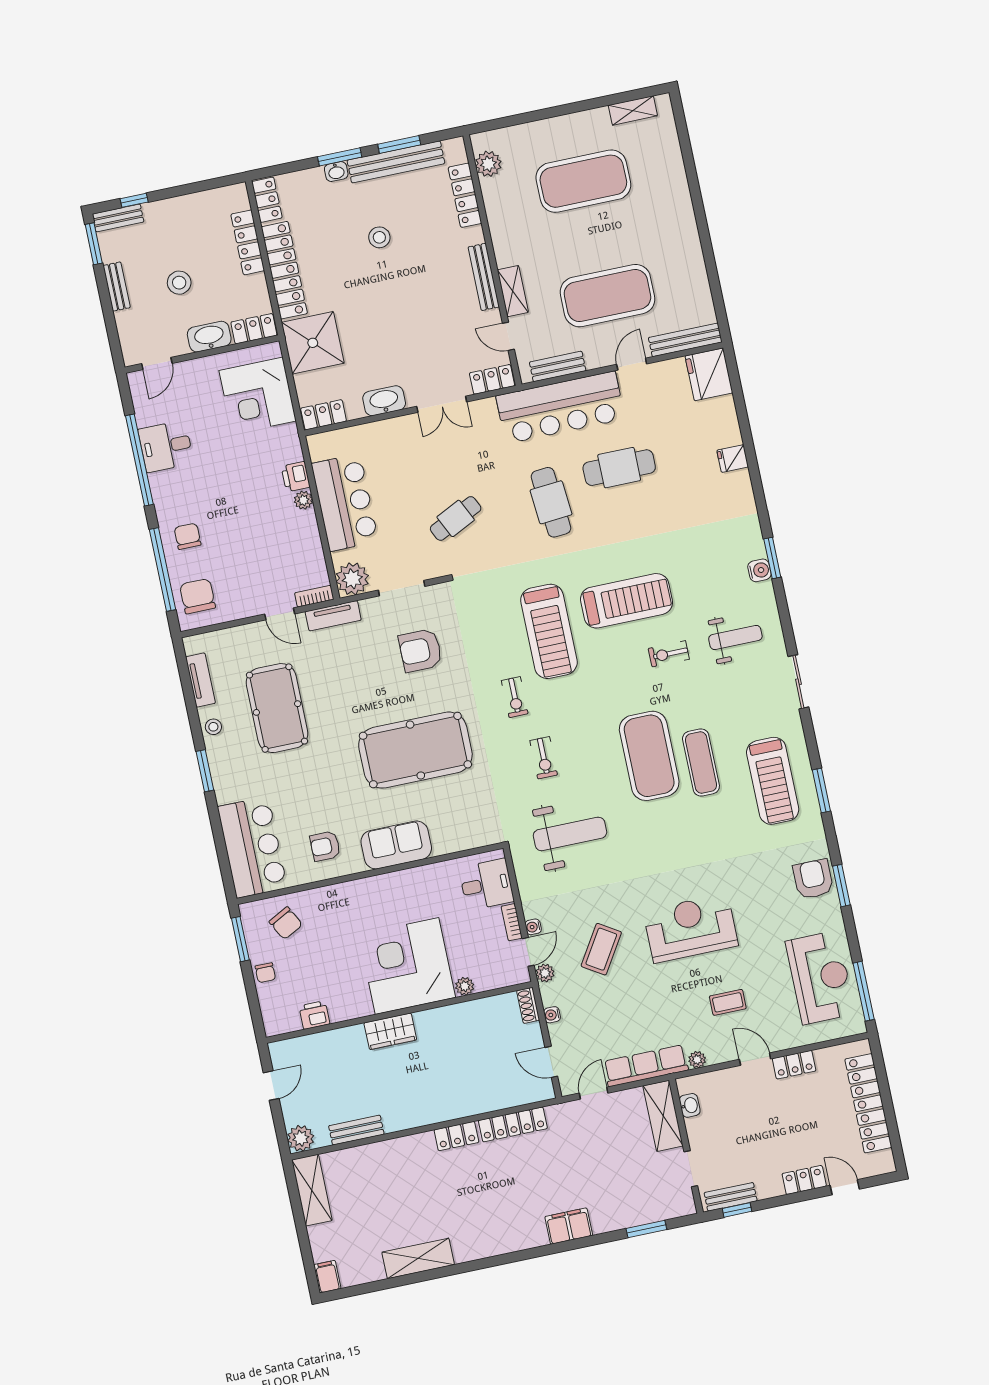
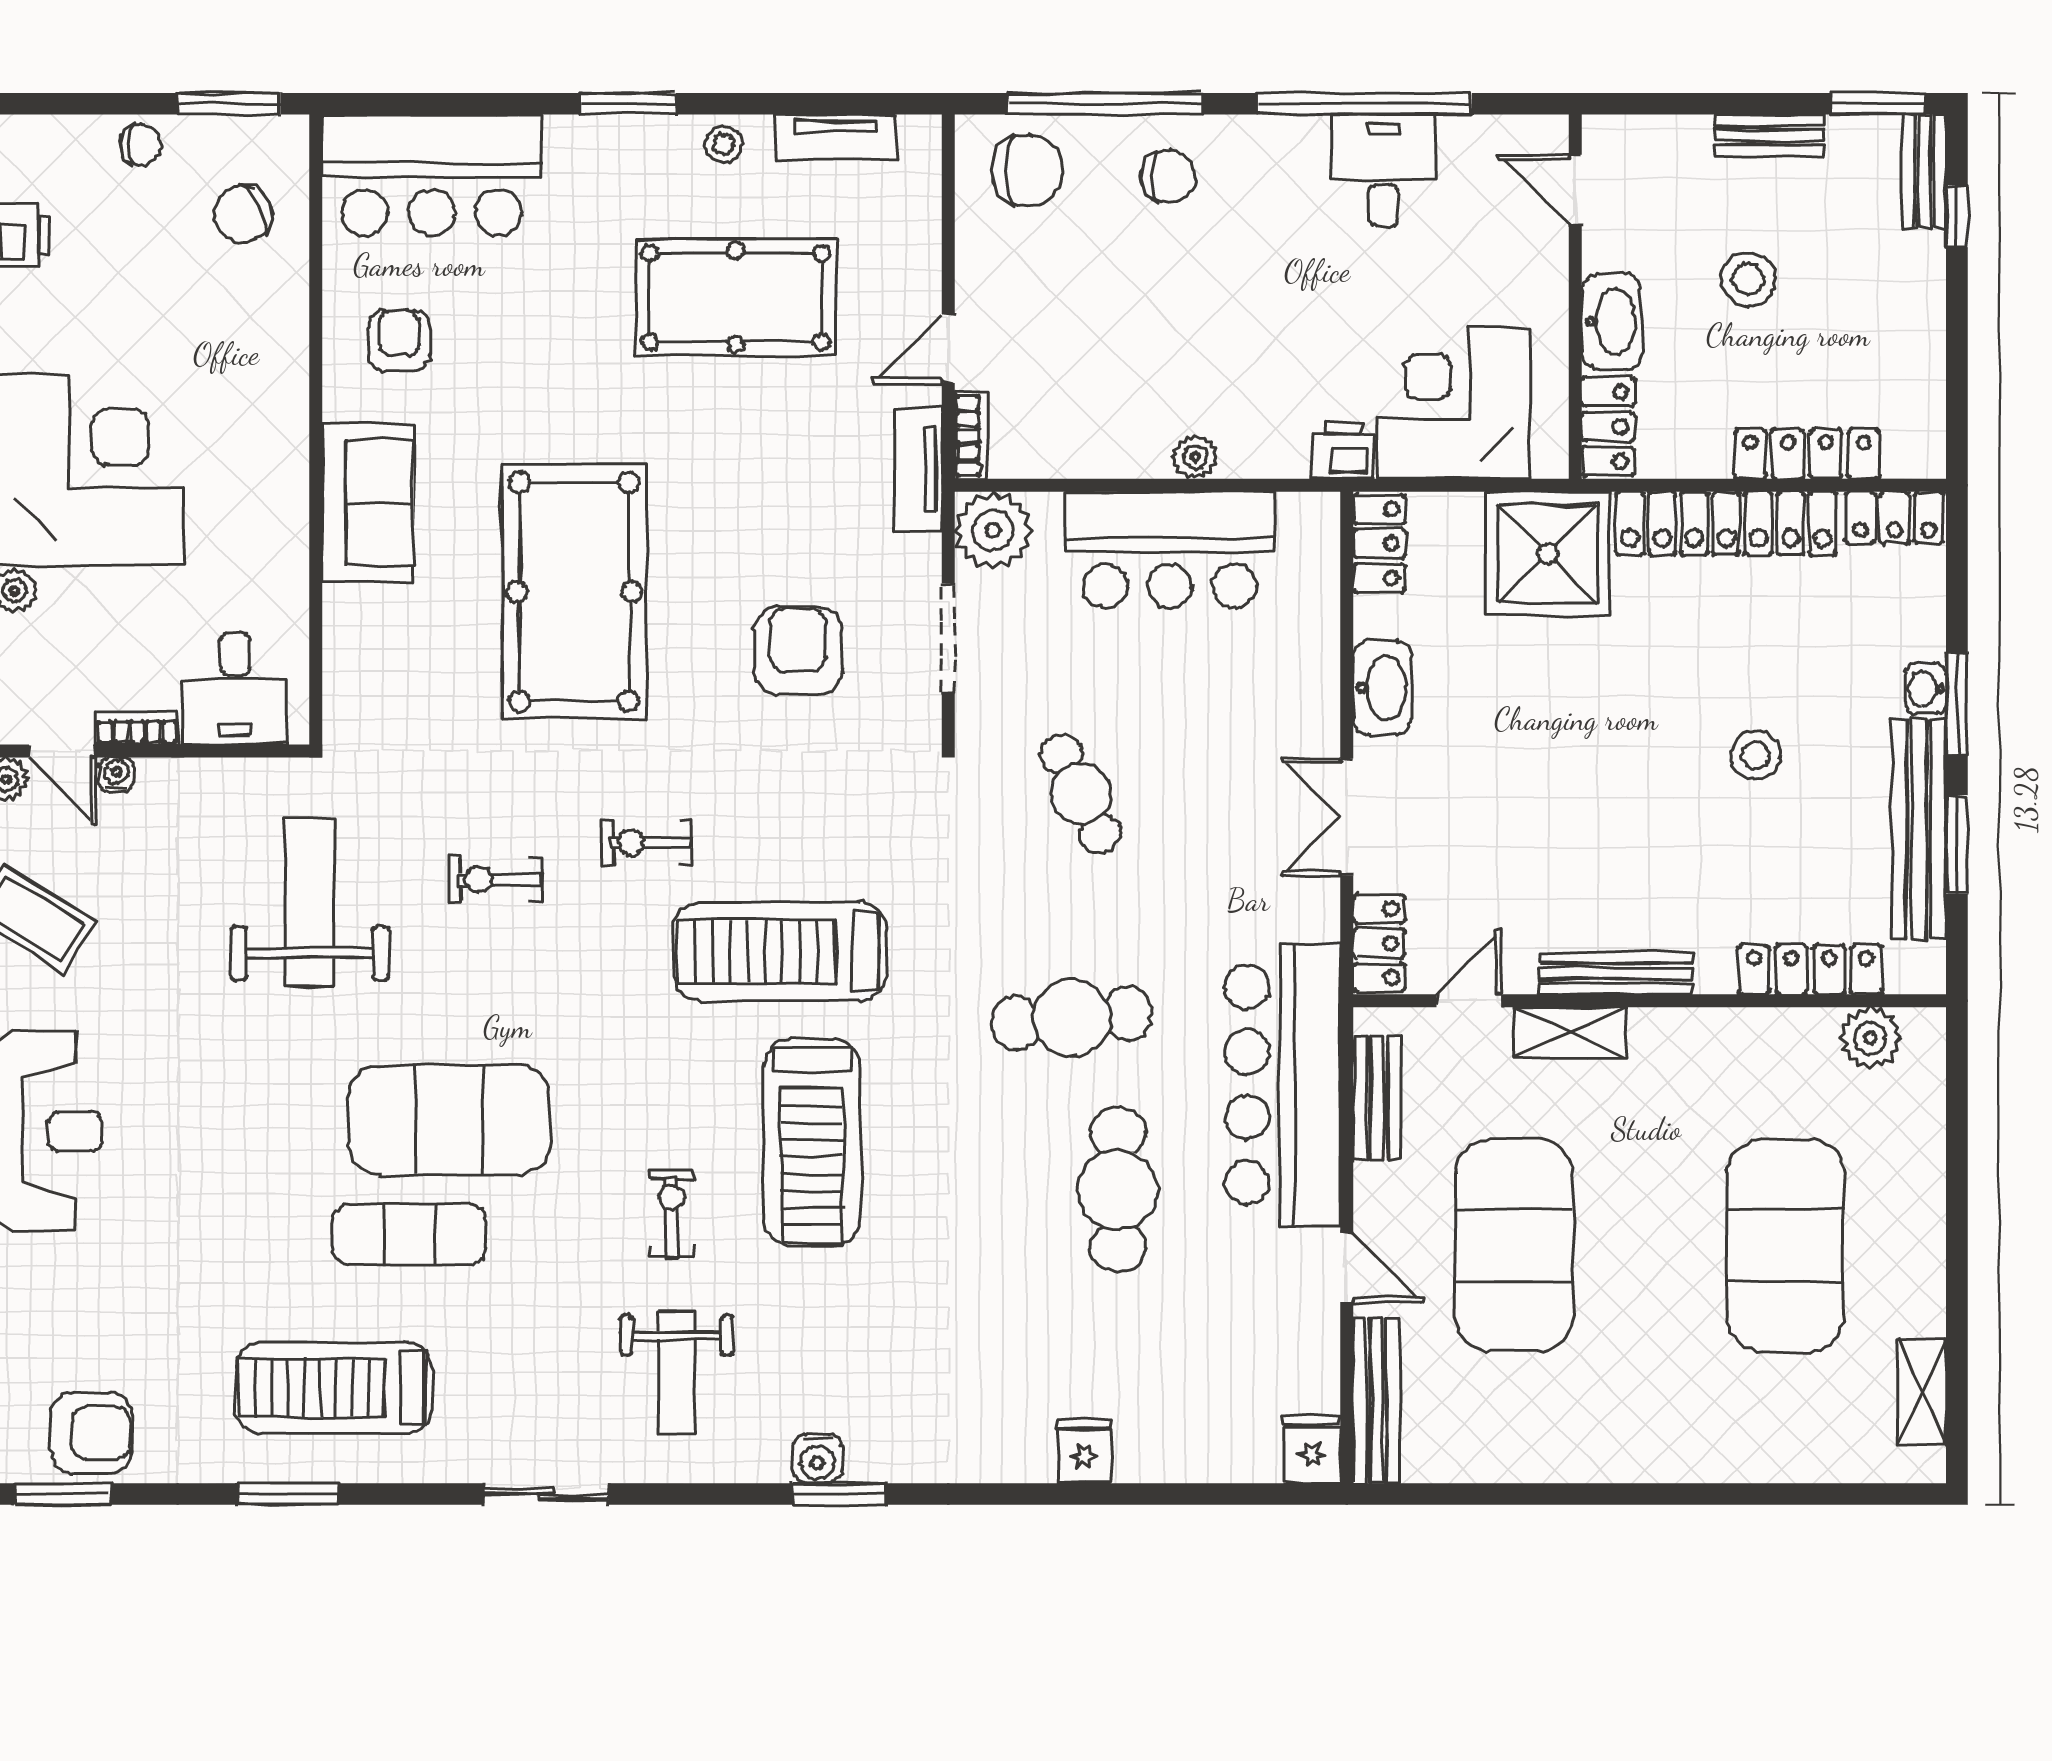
fridge: (709, 374) -> (1312, 1449), width x0.53, depth x0.75
printer: (296, 477) -> (1343, 451), moved
weight bench: (570, 834) -> (310, 903), turned 180
chair: (265, 973) -> (140, 144), turned 180

